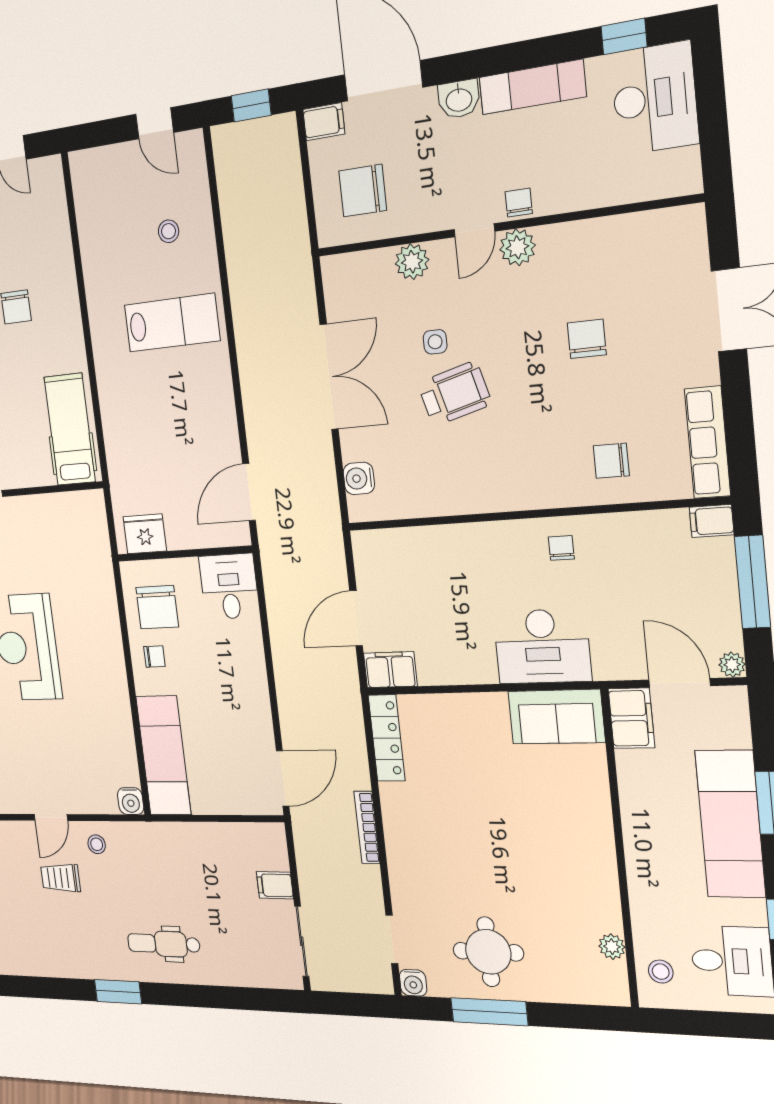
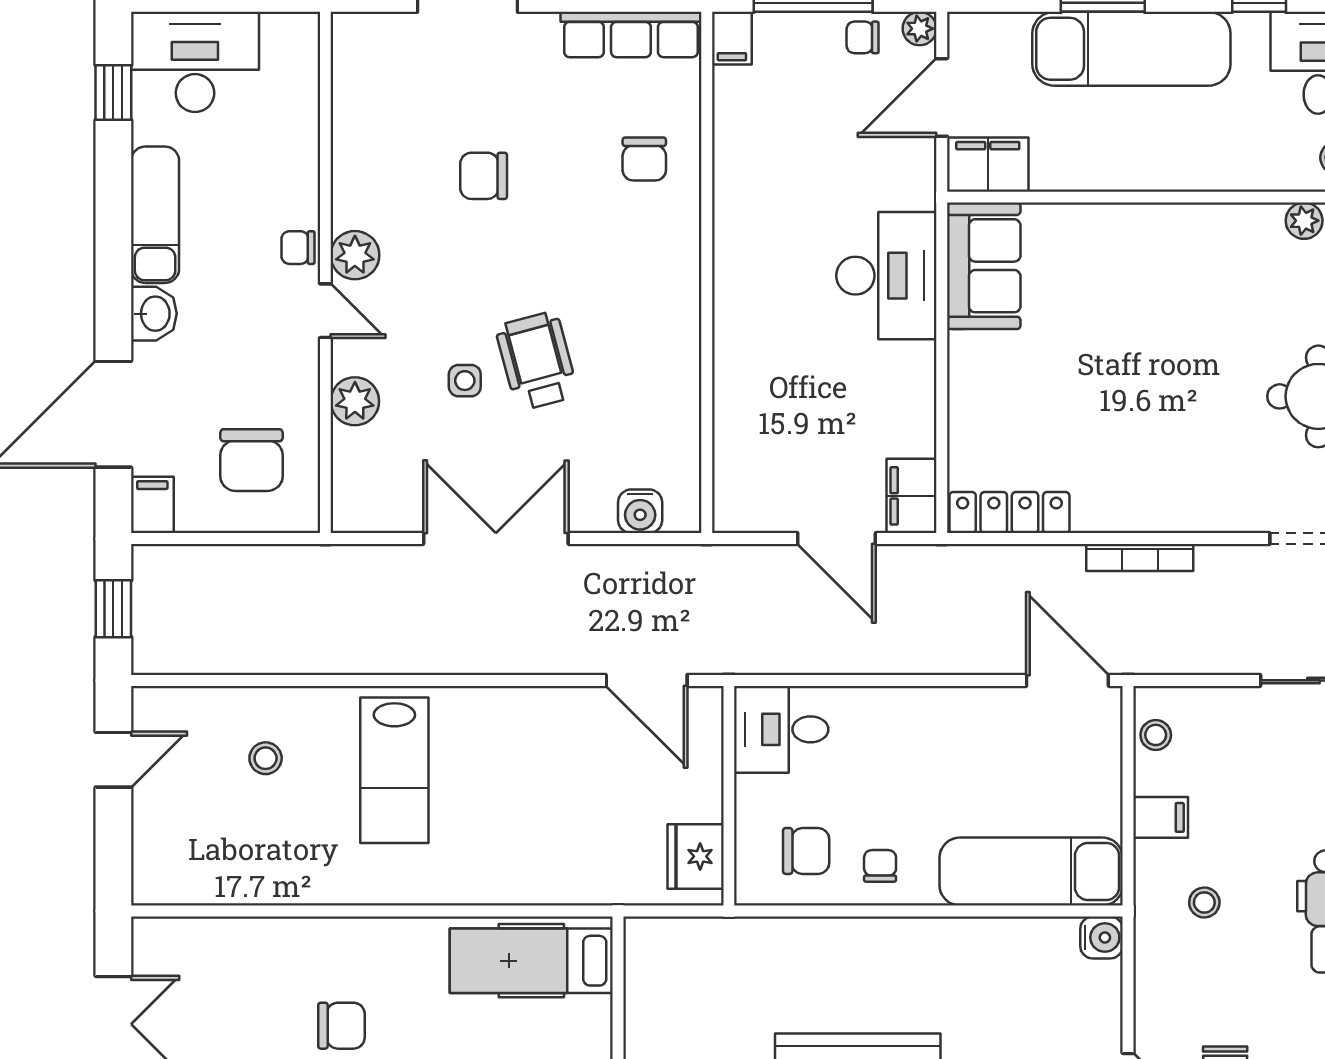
lab bench: (172, 323) -> (394, 770), turned 180
chair: (561, 548) -> (863, 37), moved
chair: (157, 607) -> (806, 851), width x0.73, depth x0.73
stool: (256, 837) -> (1156, 735), added
stool: (97, 844) -> (1204, 902), moved
filing cabinet: (275, 885) -> (1161, 817), moved, turned -90

